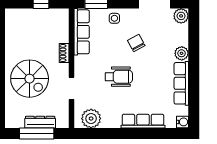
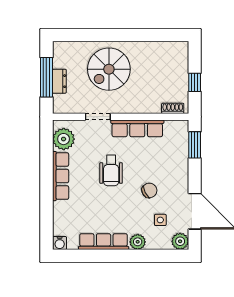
side table: (114, 18) -> (160, 220), moved
row of seats: (82, 32) -> (137, 128), moved
shoe rack: (64, 53) -> (173, 108), moved
row of seats: (143, 121) -> (61, 176), moved
dresser: (40, 122) -> (59, 81), width x0.70

